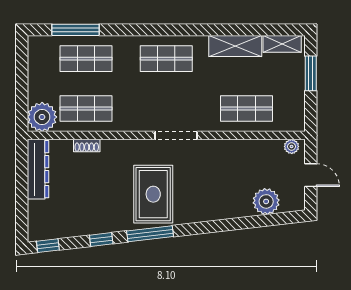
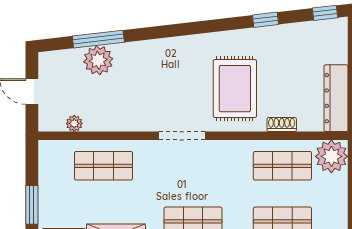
plant: (292, 146) -> (74, 123), moved
rug: (153, 194) -> (235, 89), moved
plant: (266, 201) -> (98, 60), moved
window: (150, 234) -> (98, 39), moved

